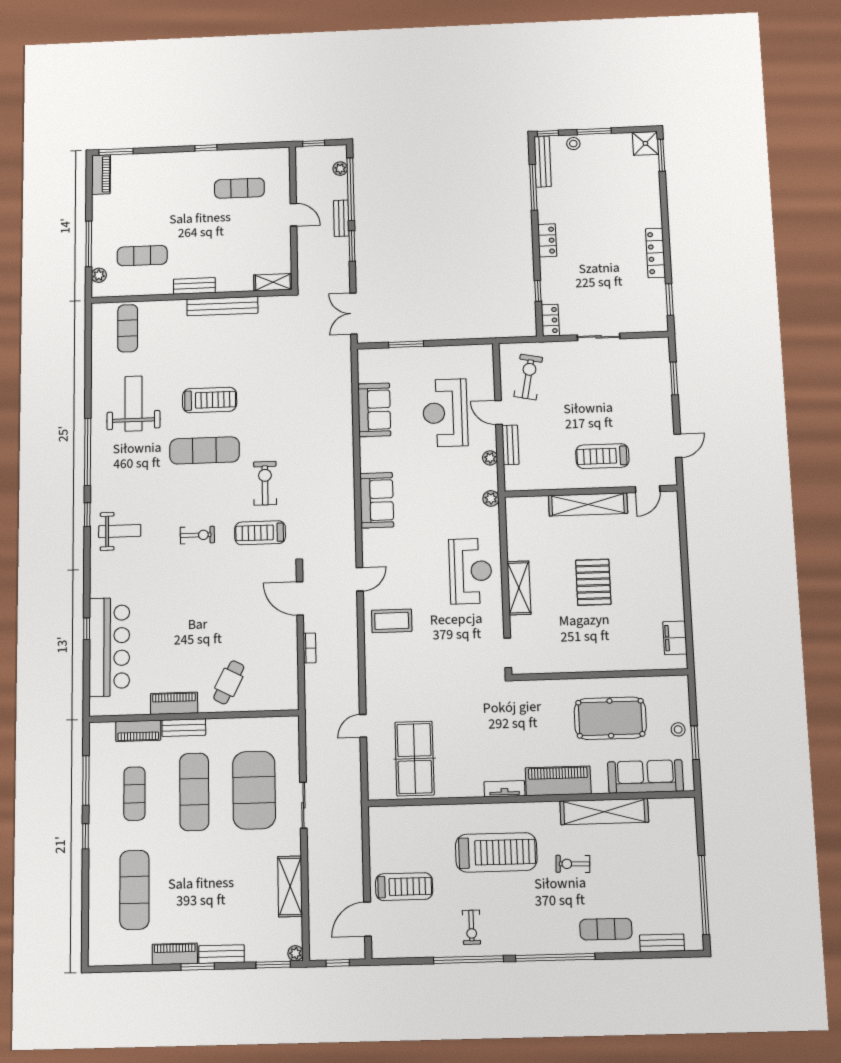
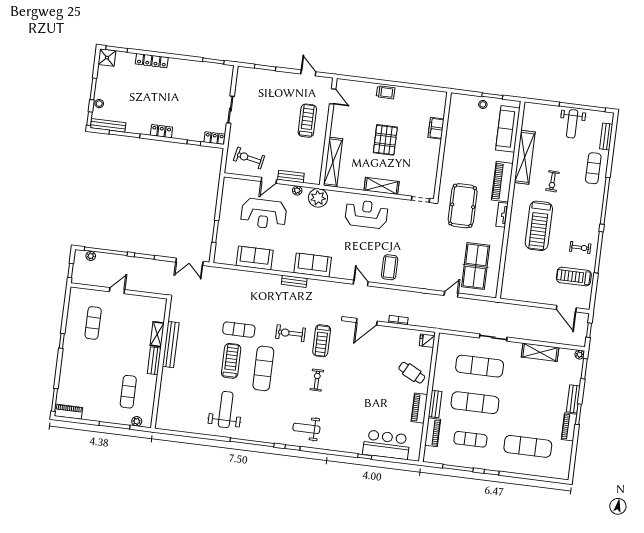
bench: (341, 218) -> (294, 281), moved
locker: (655, 253) -> (152, 61), moved
shelving: (273, 282) -> (157, 334), moved
exercise mat: (128, 328) -> (239, 330), moved
weight bench: (133, 404) -> (226, 410), turned 90
treadmill: (602, 456) -> (307, 121), turned 180
plant: (491, 498) -> (318, 198), width x1.87, depth x1.87
shelving: (588, 504) -> (333, 162), moved
weight bench: (120, 531) -> (306, 428), turned -90
trolley: (669, 571) -> (386, 92), added
pallet: (593, 582) -> (385, 140), turned 90
filing cabinet: (675, 638) -> (436, 128), moved, turned 90
bar counter: (109, 647) -> (386, 445), width x0.73
fridge: (283, 699) -> (427, 341), added
pool table: (610, 718) -> (463, 206), moved
door: (363, 726) -> (451, 294), swing flipped
table tennis table: (415, 758) -> (476, 266), turned 90
exercise mat: (254, 790) -> (480, 366), width x0.68
treadmill: (496, 852) -> (539, 226), turned 180
weight bench: (673, 882) -> (572, 124), added
treadmill: (404, 887) -> (574, 277), moved, turned -90

